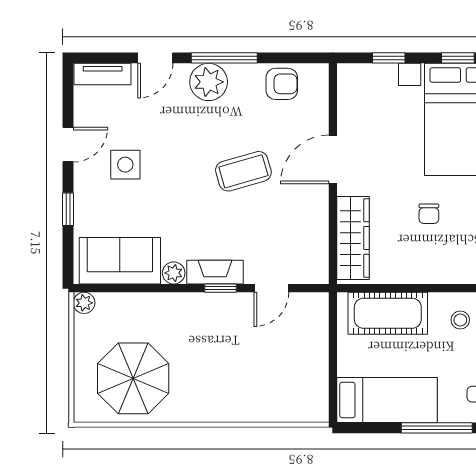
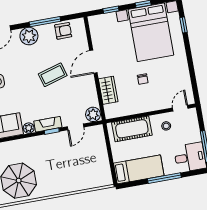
window: (224, 58) -> (45, 22), moved
wardrobe: (353, 238) -> (108, 90), width x0.67
plant: (312, 269) -> (93, 114), added

